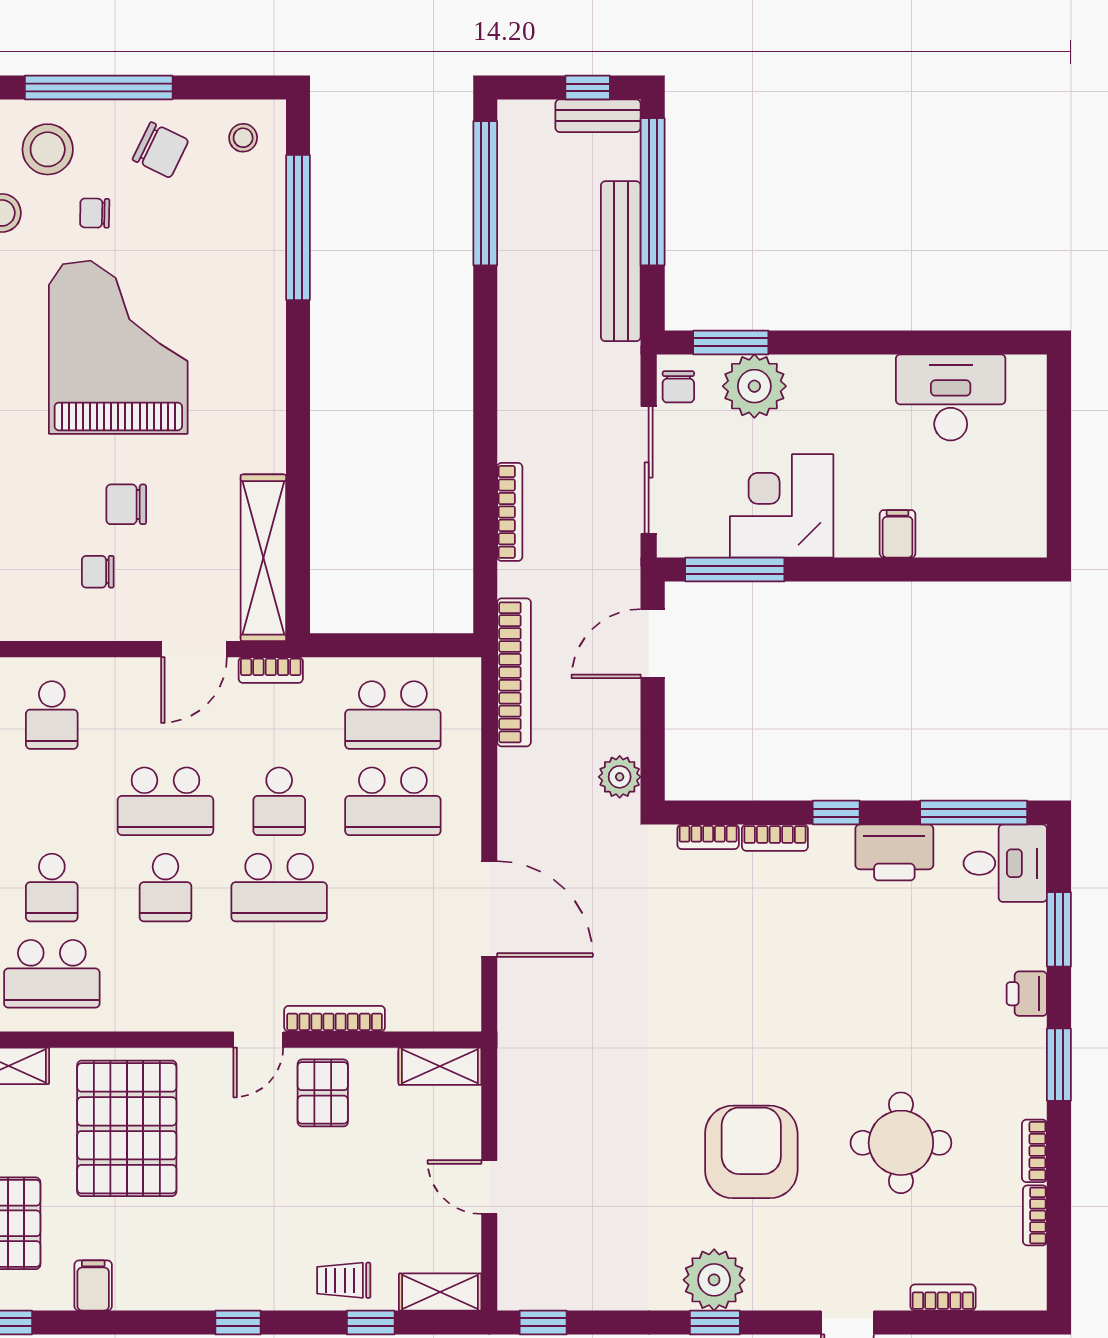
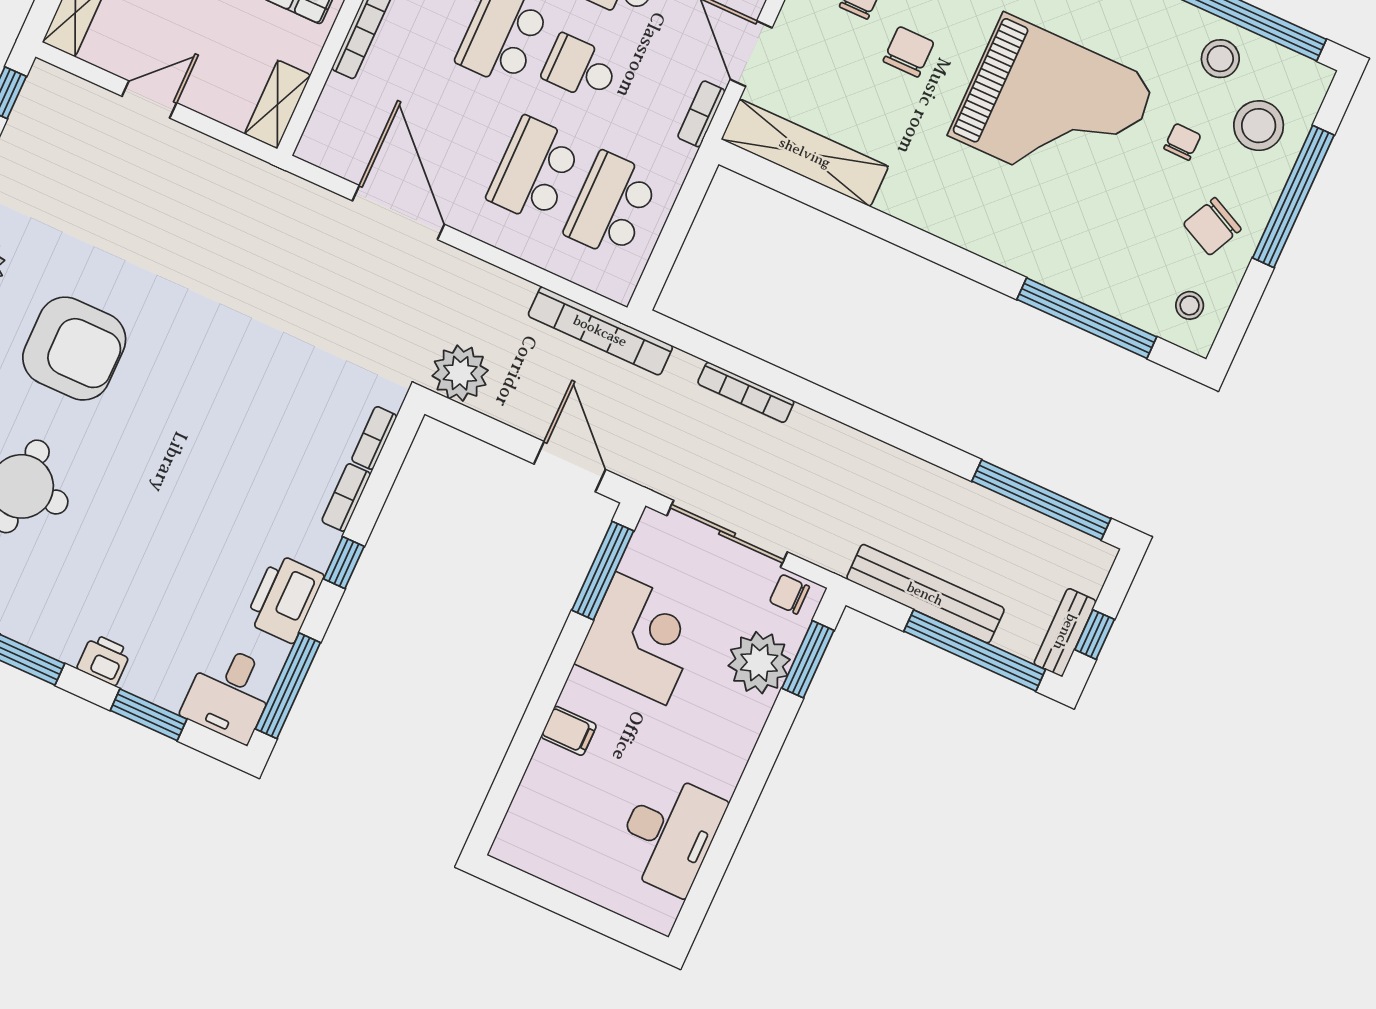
plant: (620, 777) -> (460, 373), width x1.36, depth x1.36
door: (489, 909) -> (398, 213), swing flipped

